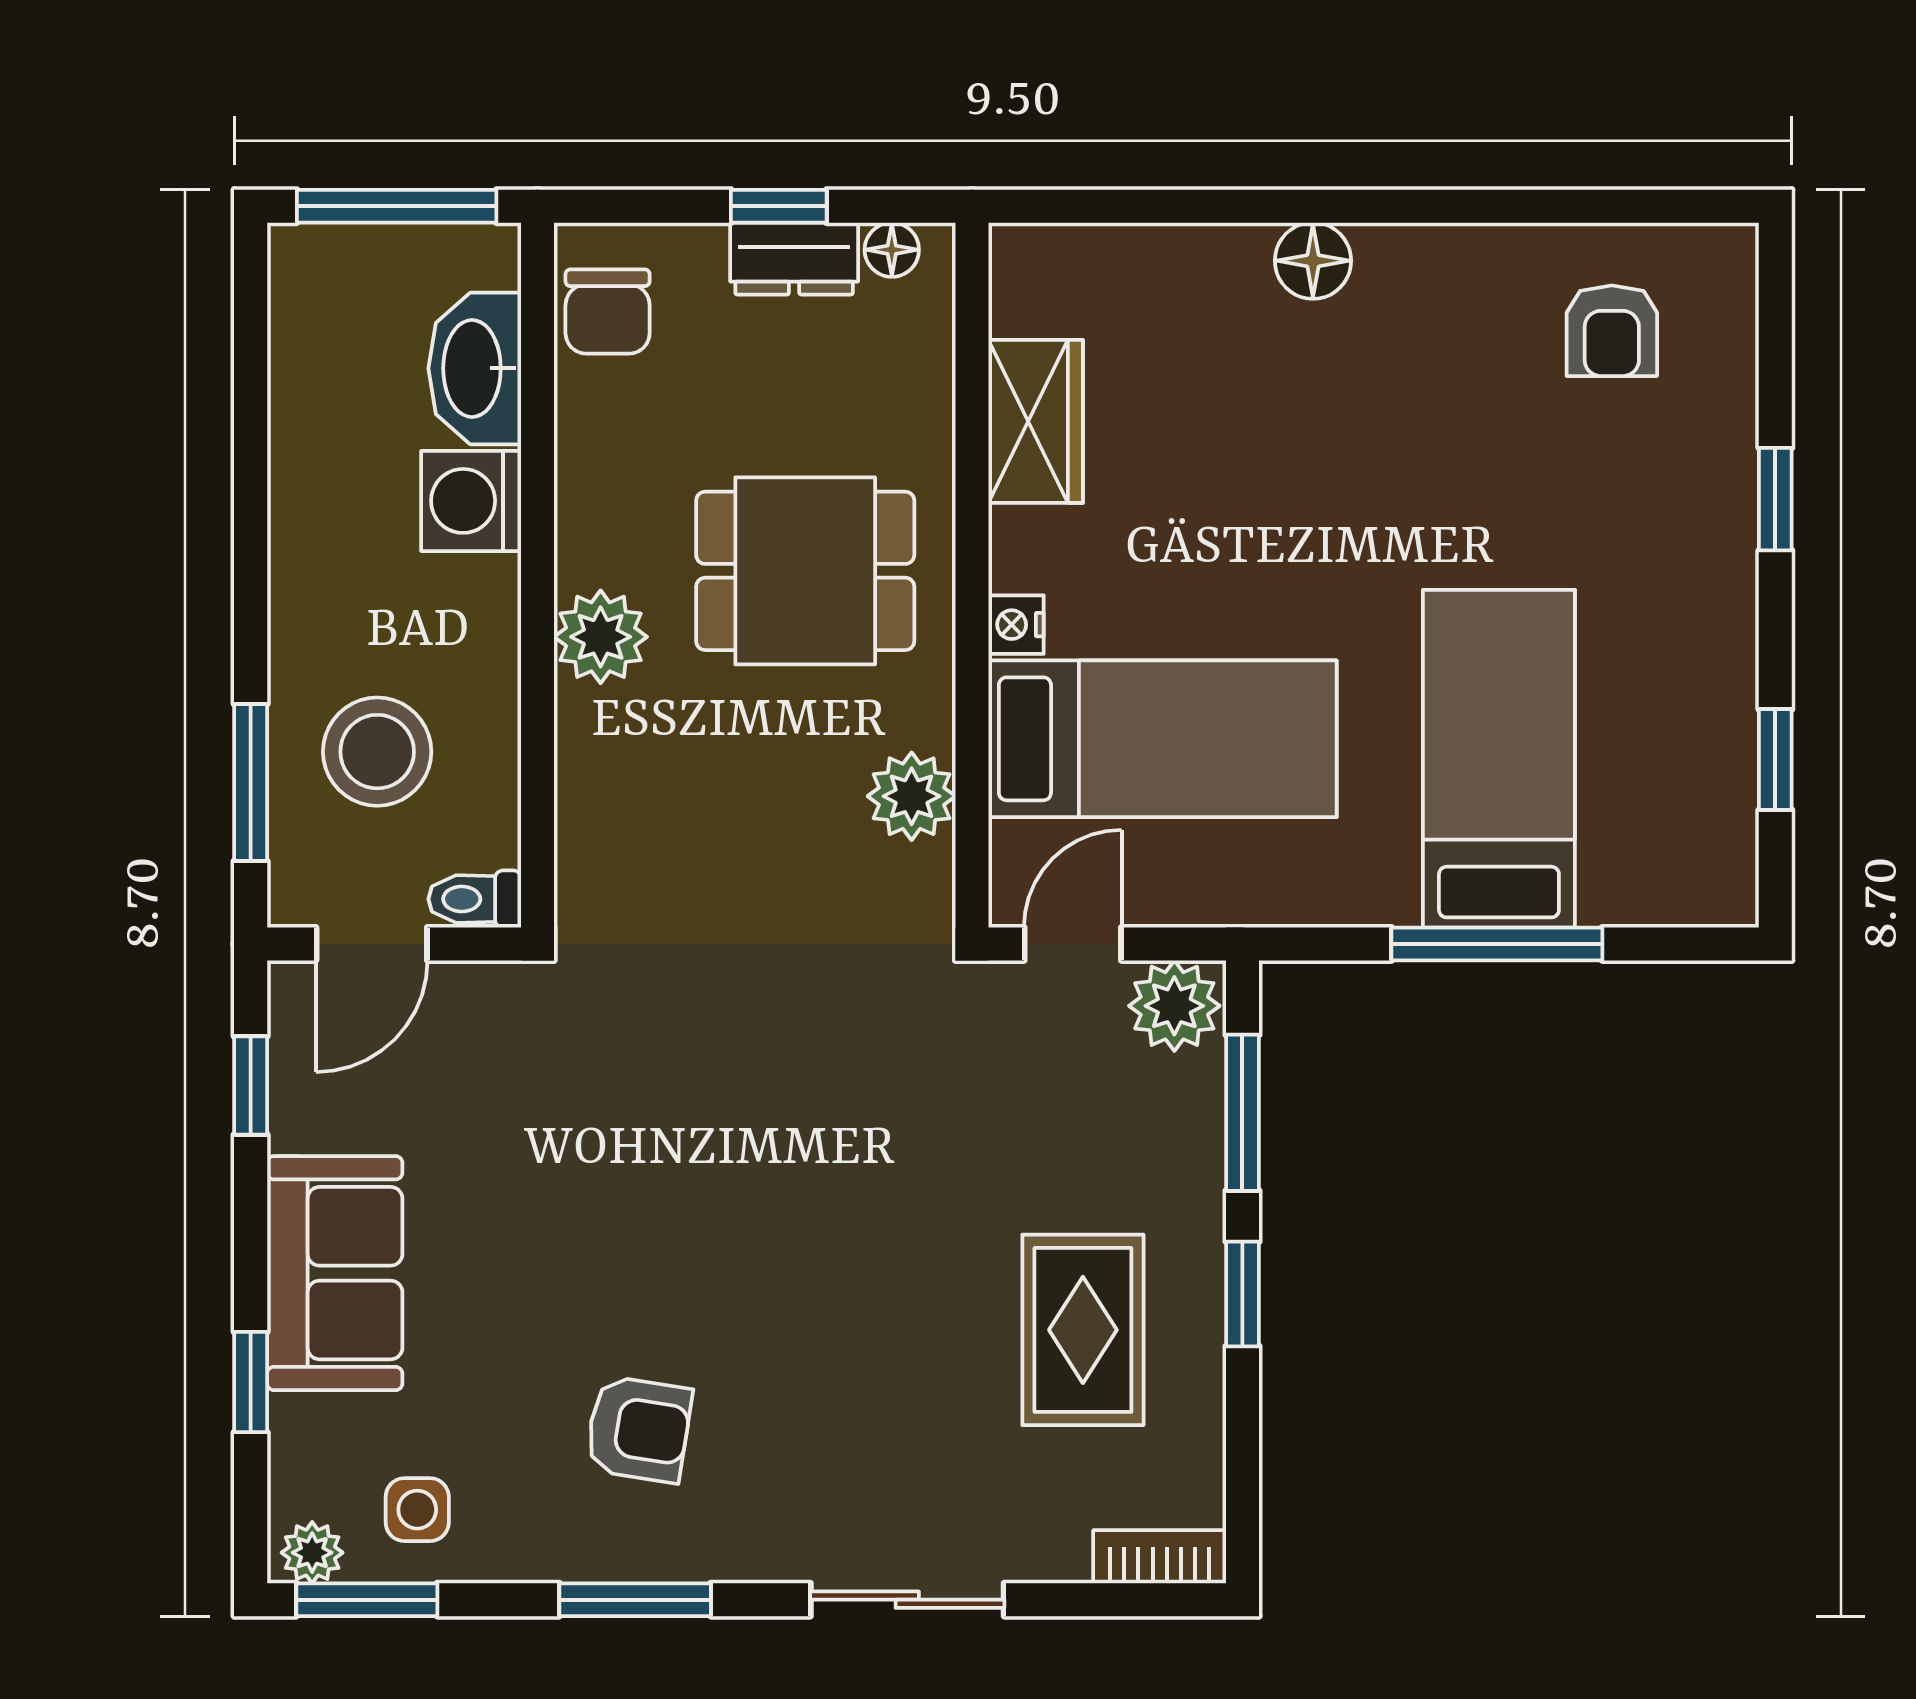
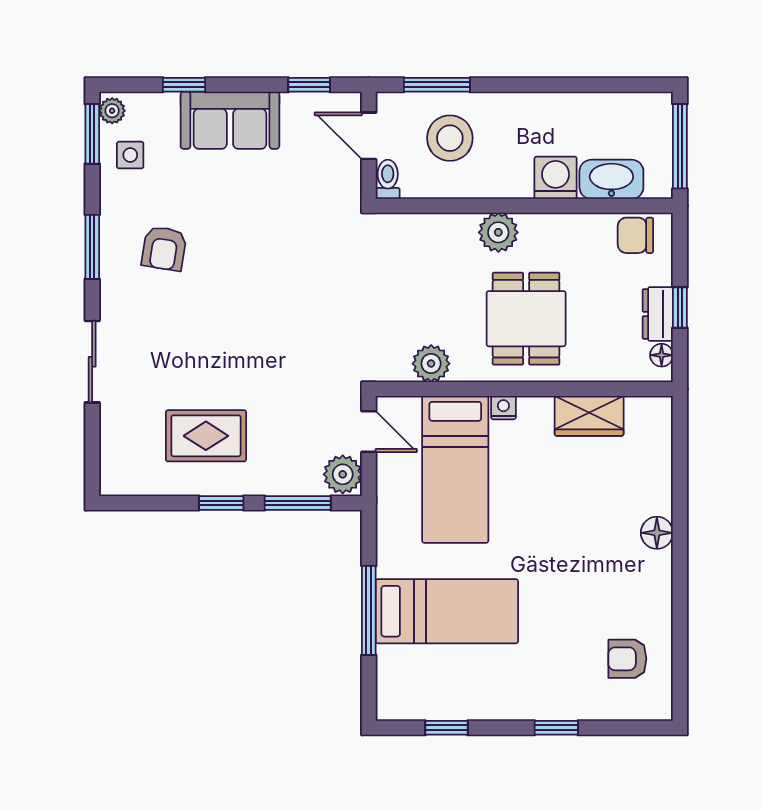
bookcase: (1160, 1557) -> (110, 468), removed

